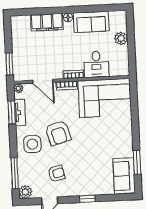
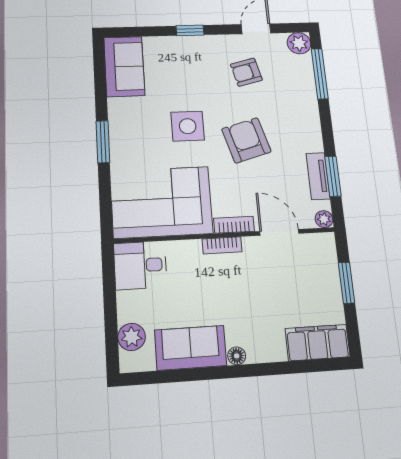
filing cabinet: (47, 22) -> (318, 343), moved
plant: (121, 38) -> (132, 337), moved
window: (9, 64) -> (347, 283), moved
desk: (96, 64) -> (140, 265), moved, turned -90
side table: (32, 144) -> (188, 126), moved
window: (137, 162) -> (103, 142), moved

